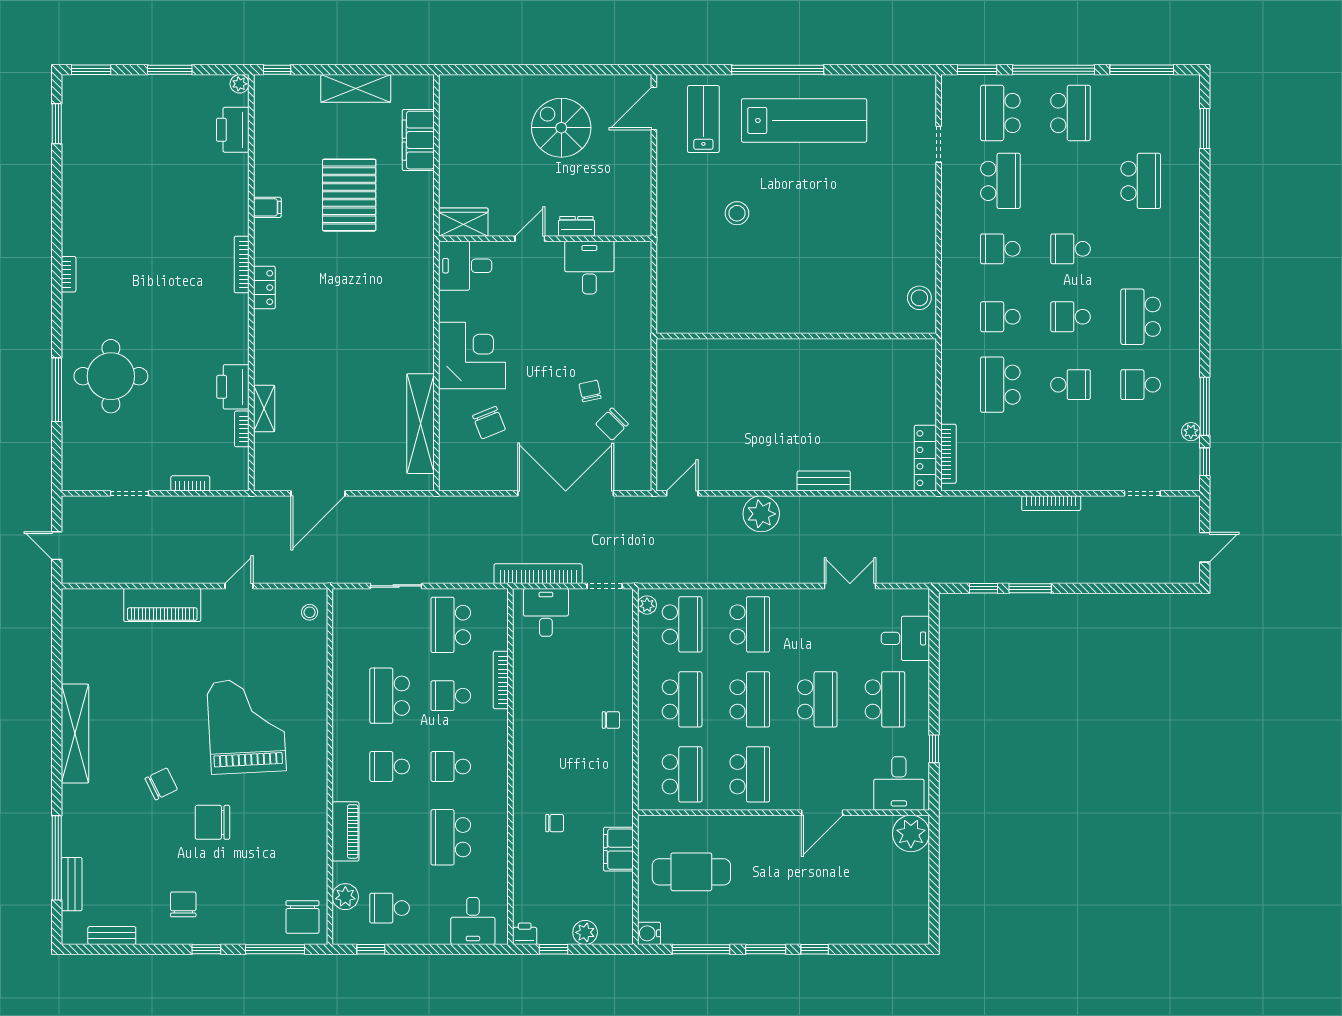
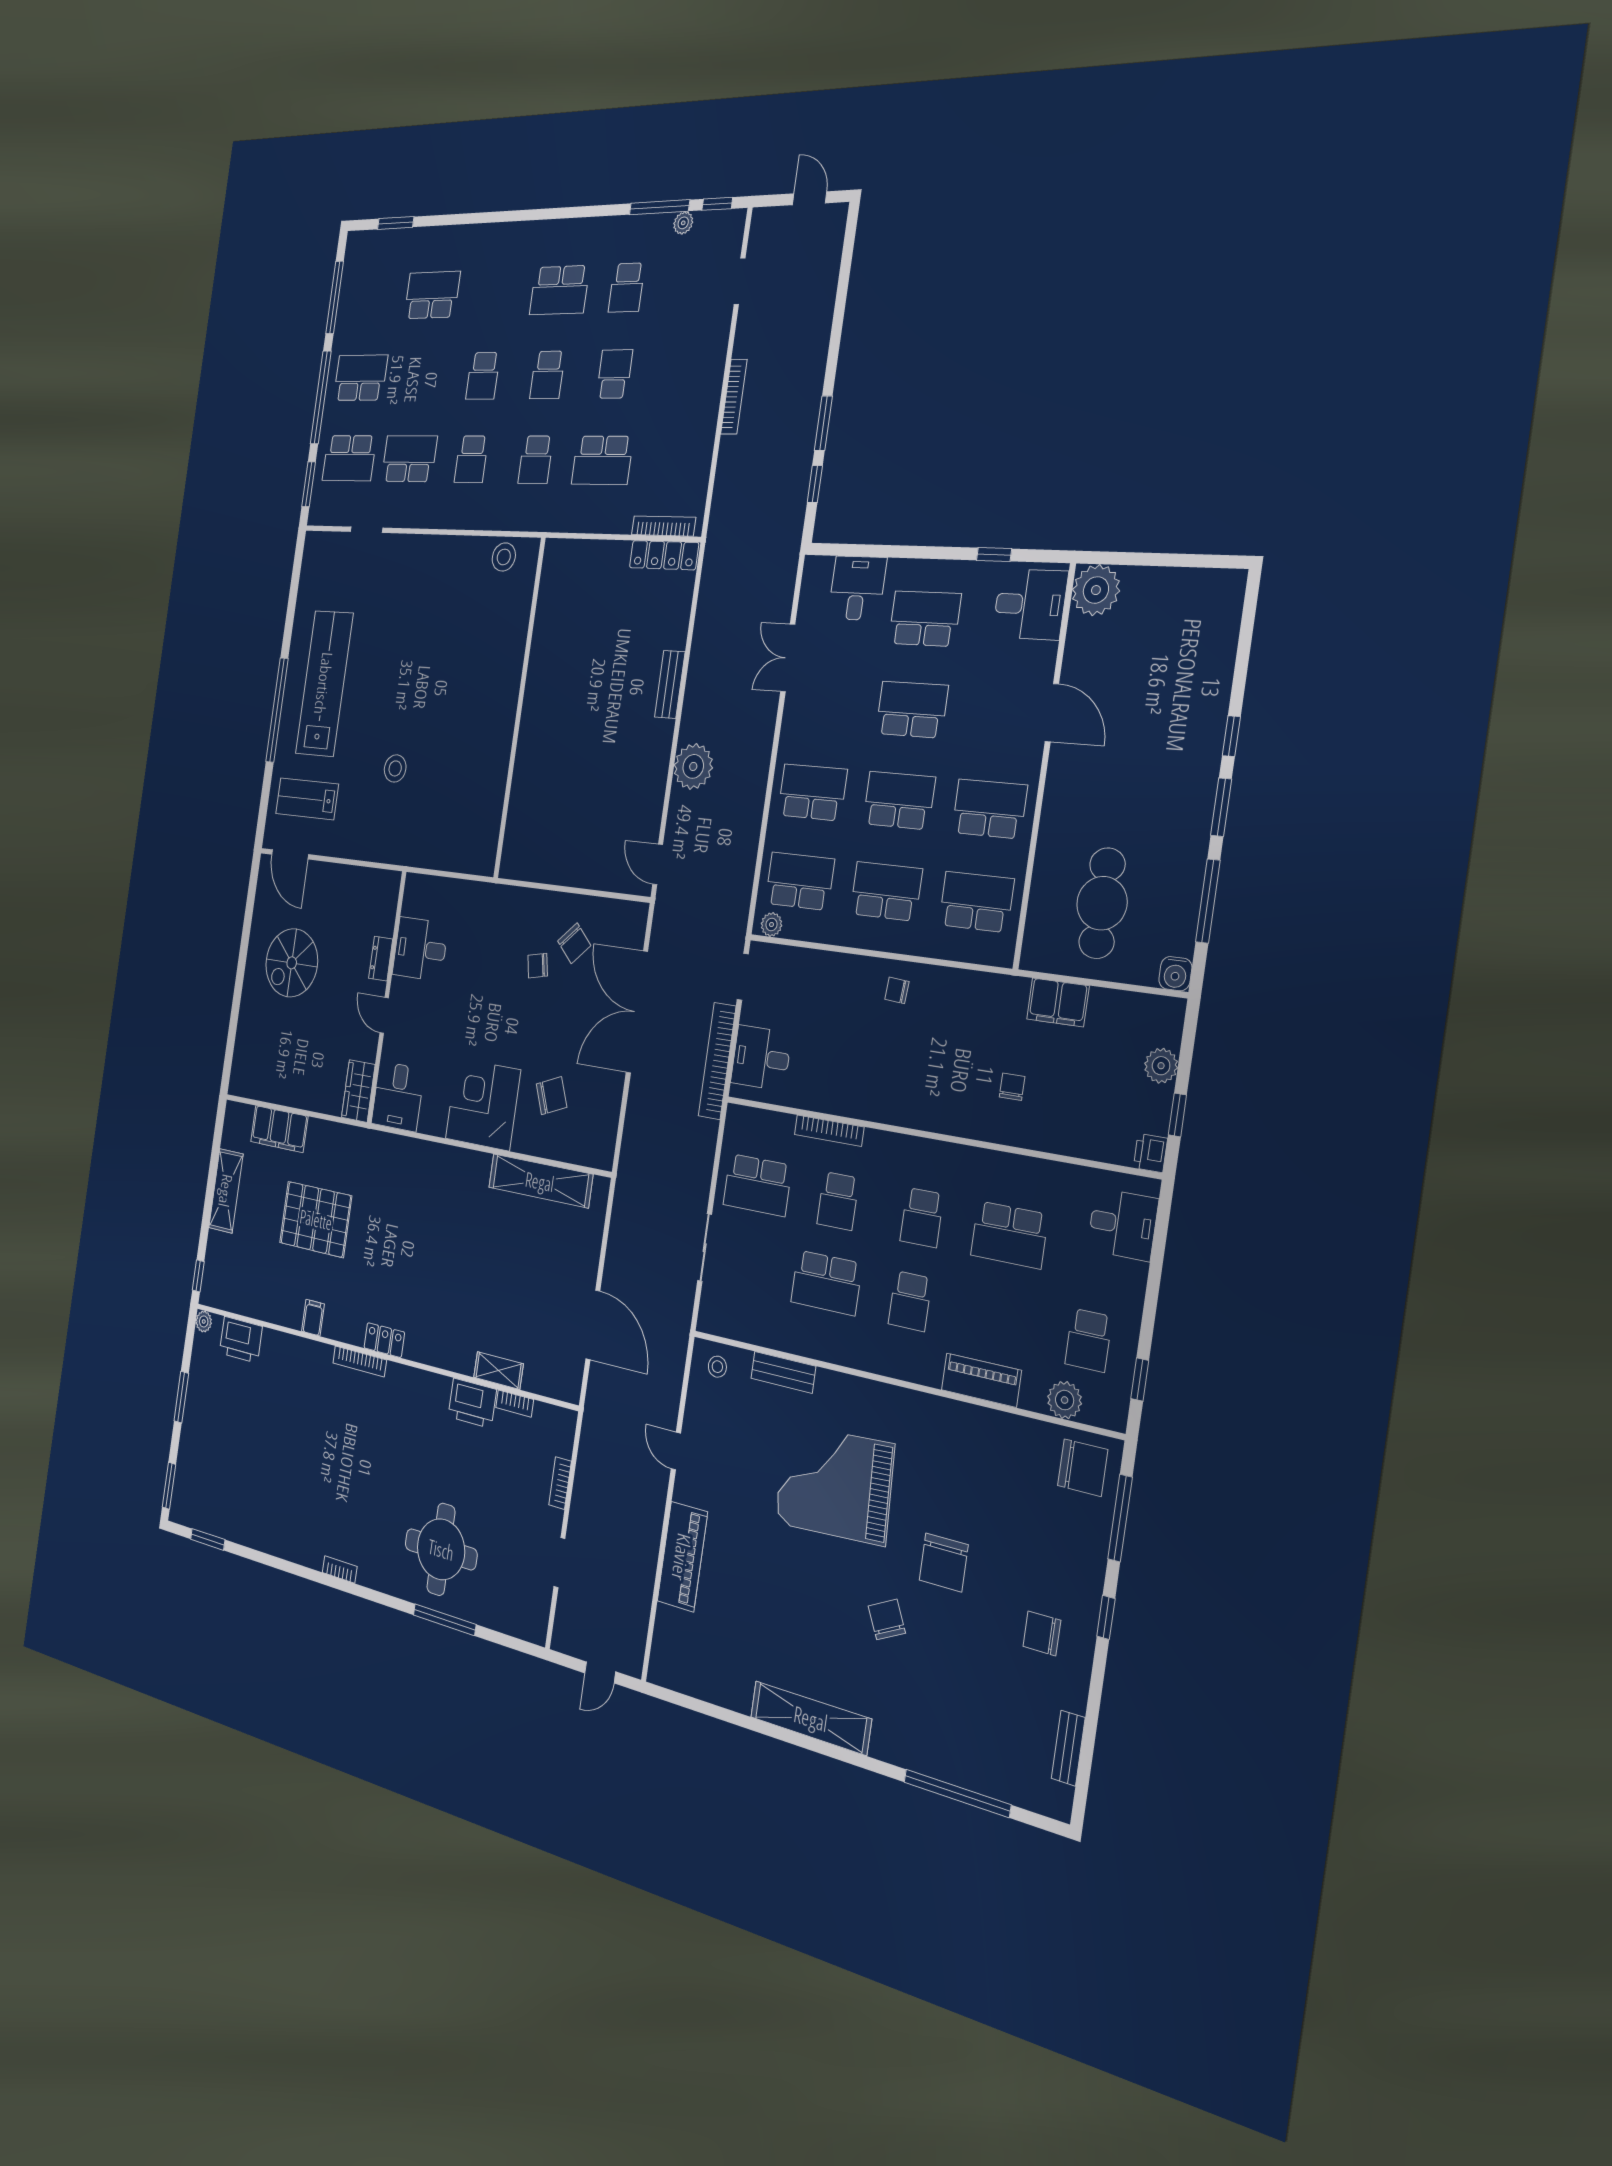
chair: (611, 720) -> (897, 990), turned -86
bench: (72, 884) -> (783, 1372), moved

